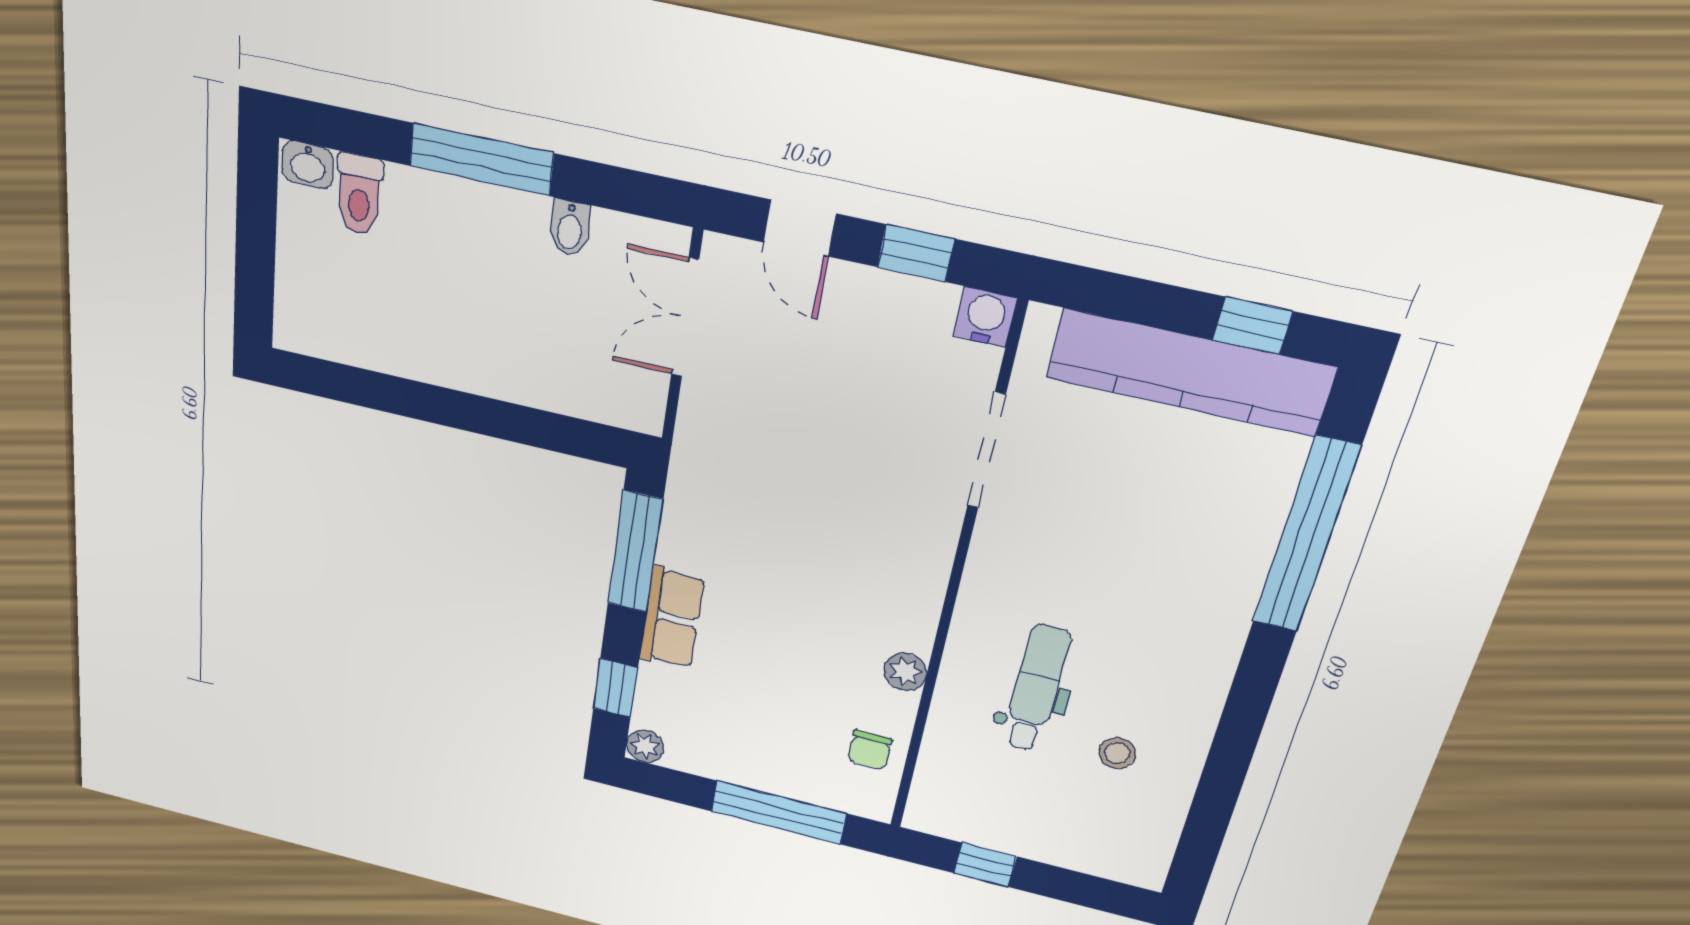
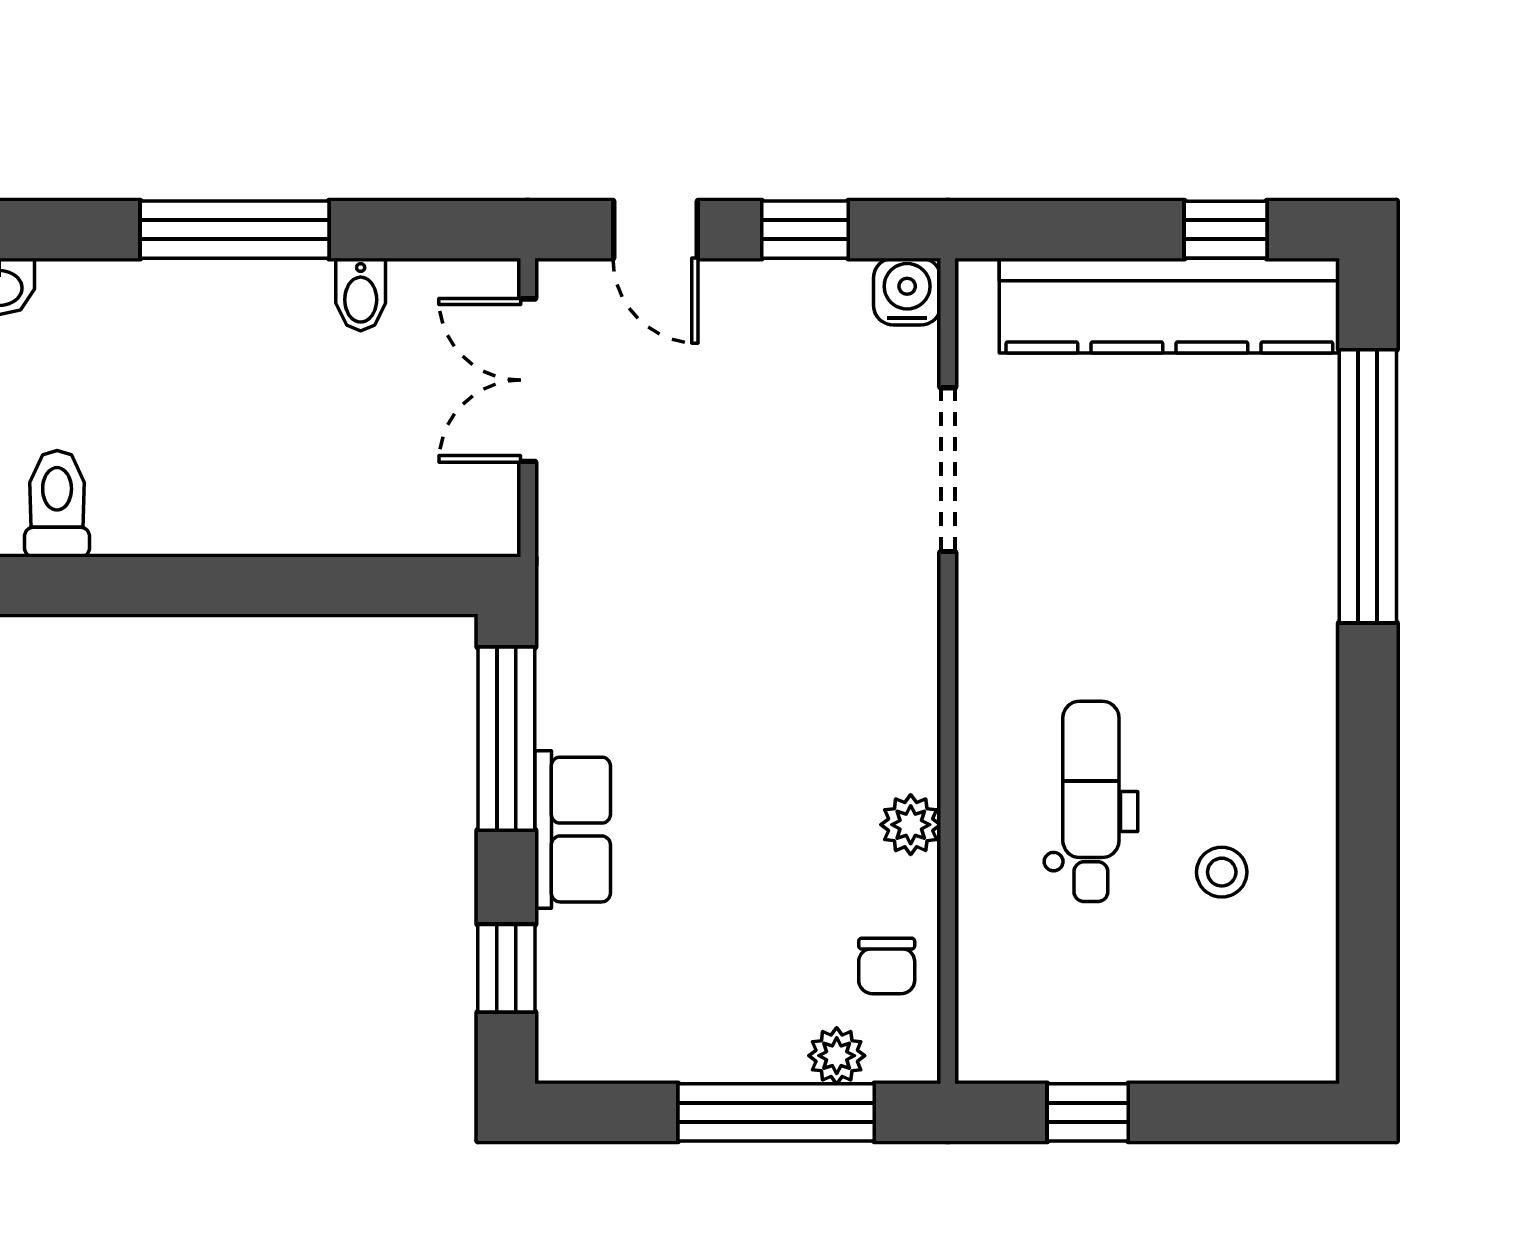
toilet: (359, 195) -> (57, 504), moved, turned 180
plant: (645, 746) -> (837, 1056), moved

